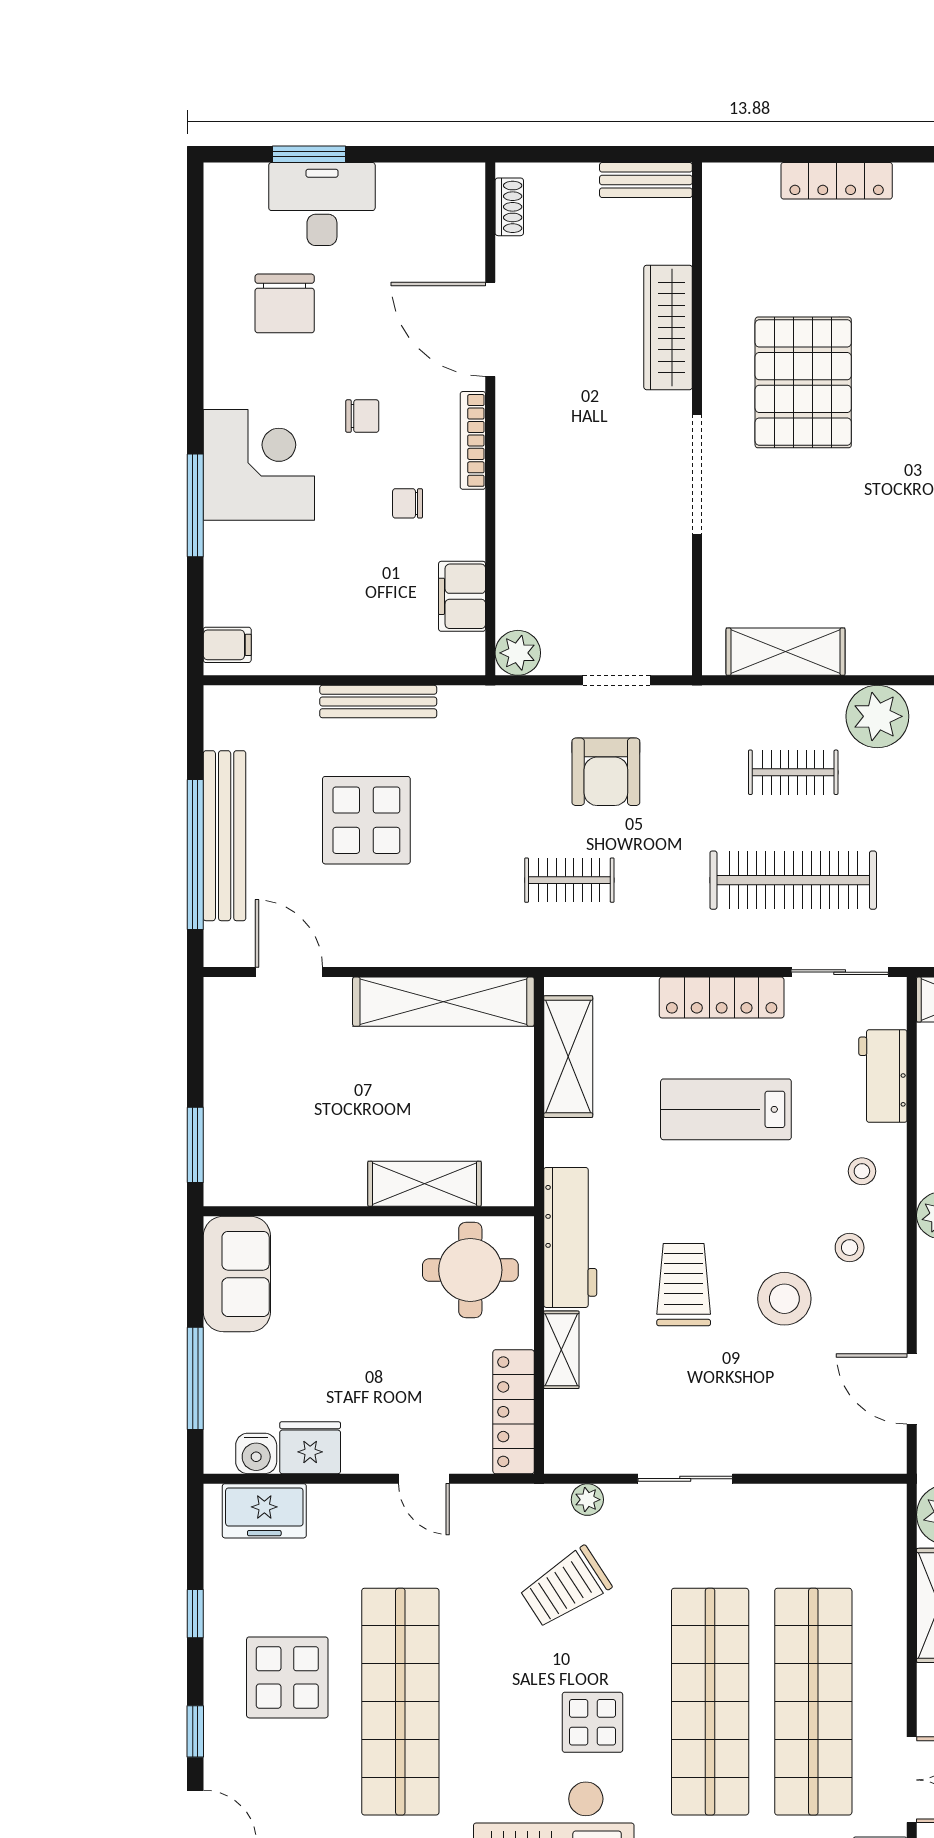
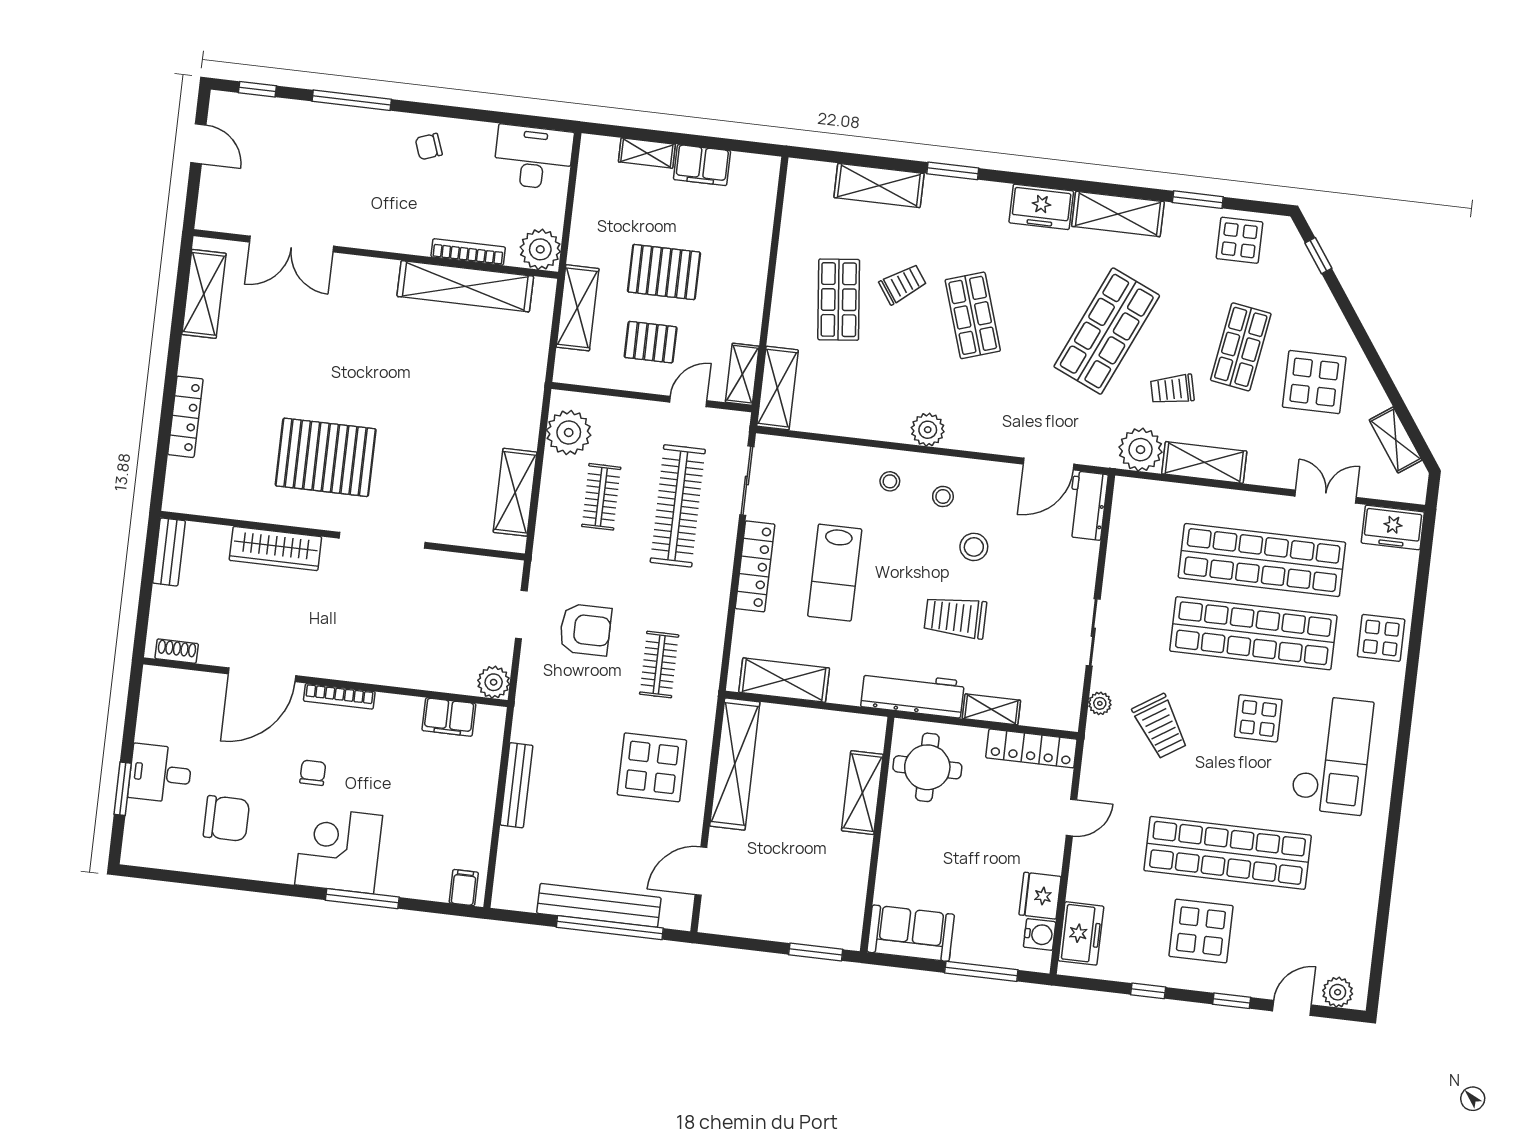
desk: (322, 204) -> (160, 773), width x0.73
chair: (408, 503) -> (378, 748), removed
display table: (366, 820) -> (652, 767), moved
workbench: (883, 1076) -> (1087, 506), moved, turned 90
stool: (784, 1299) -> (974, 547), width x0.73, depth x0.73

